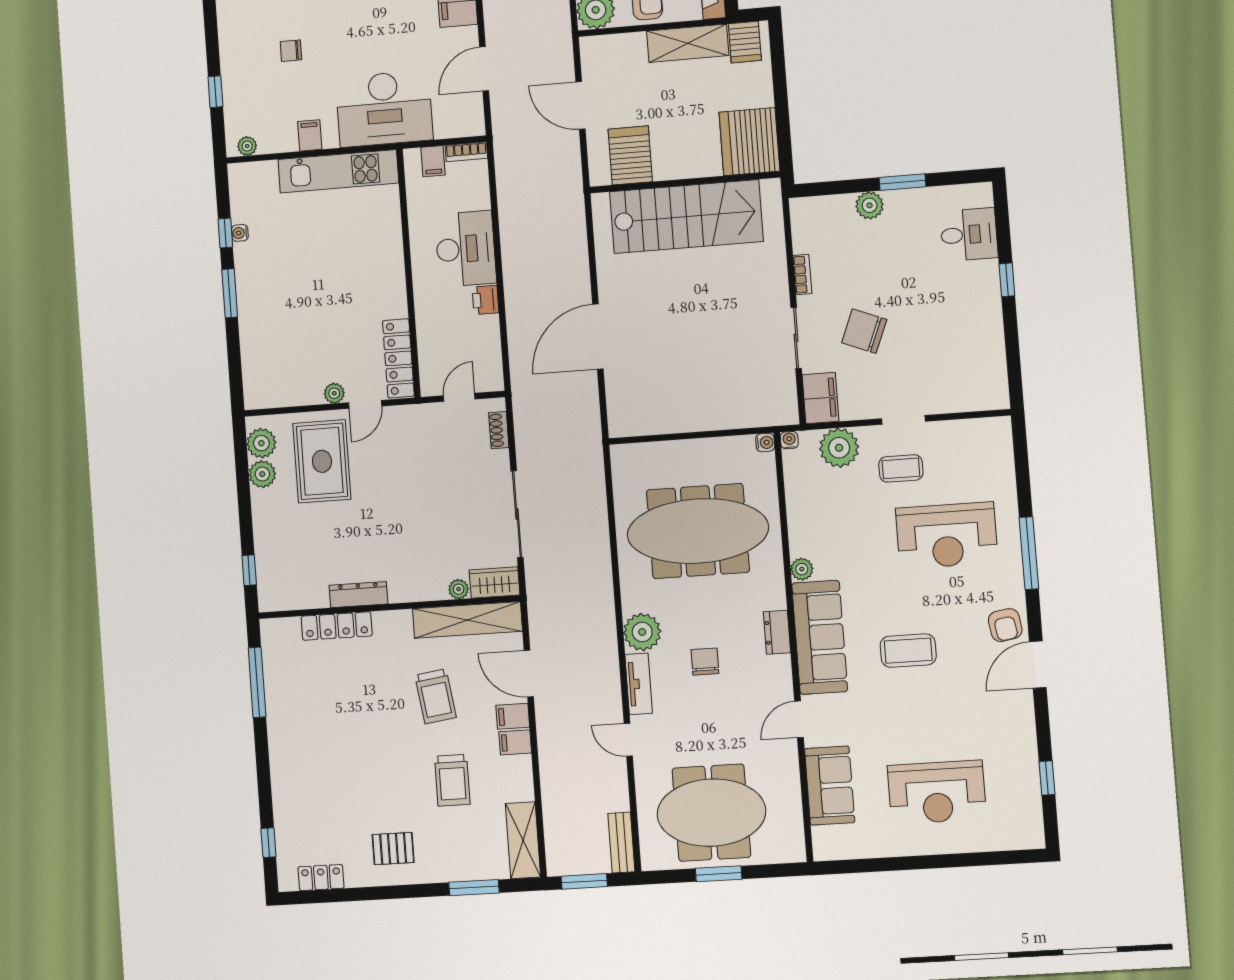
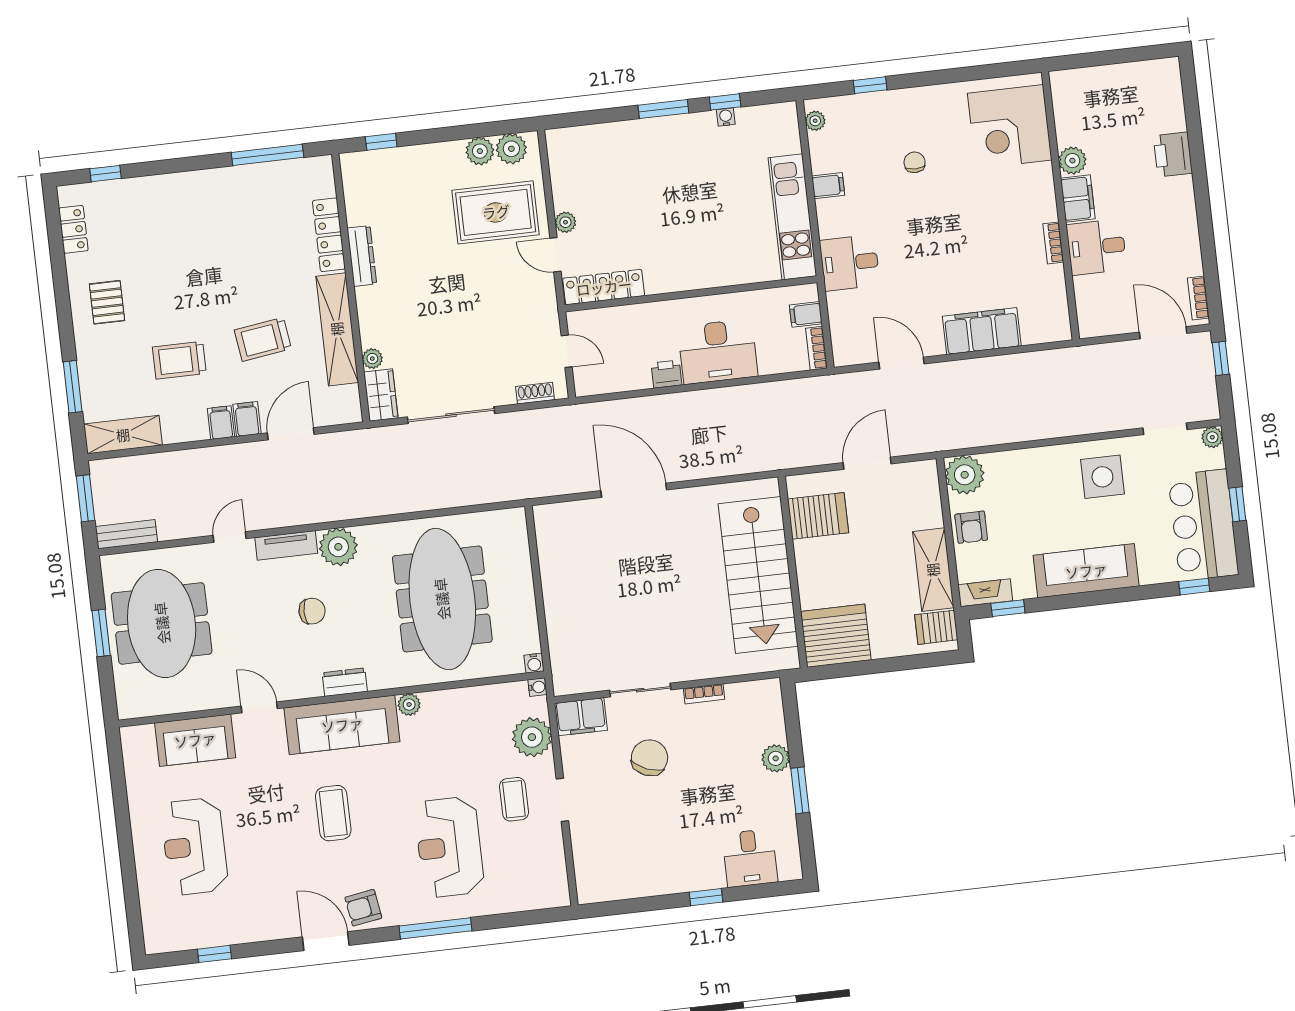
desk: (384, 109) -> (850, 263), width x0.53, depth x0.77
shelving: (467, 620) -> (337, 329), moved

